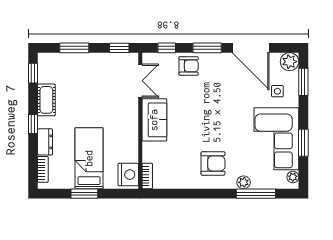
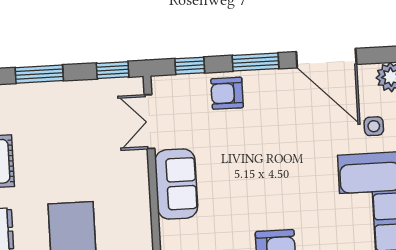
armchair: (189, 66) -> (227, 93), turned 180
double door: (140, 81) -> (150, 122), swing flipped

